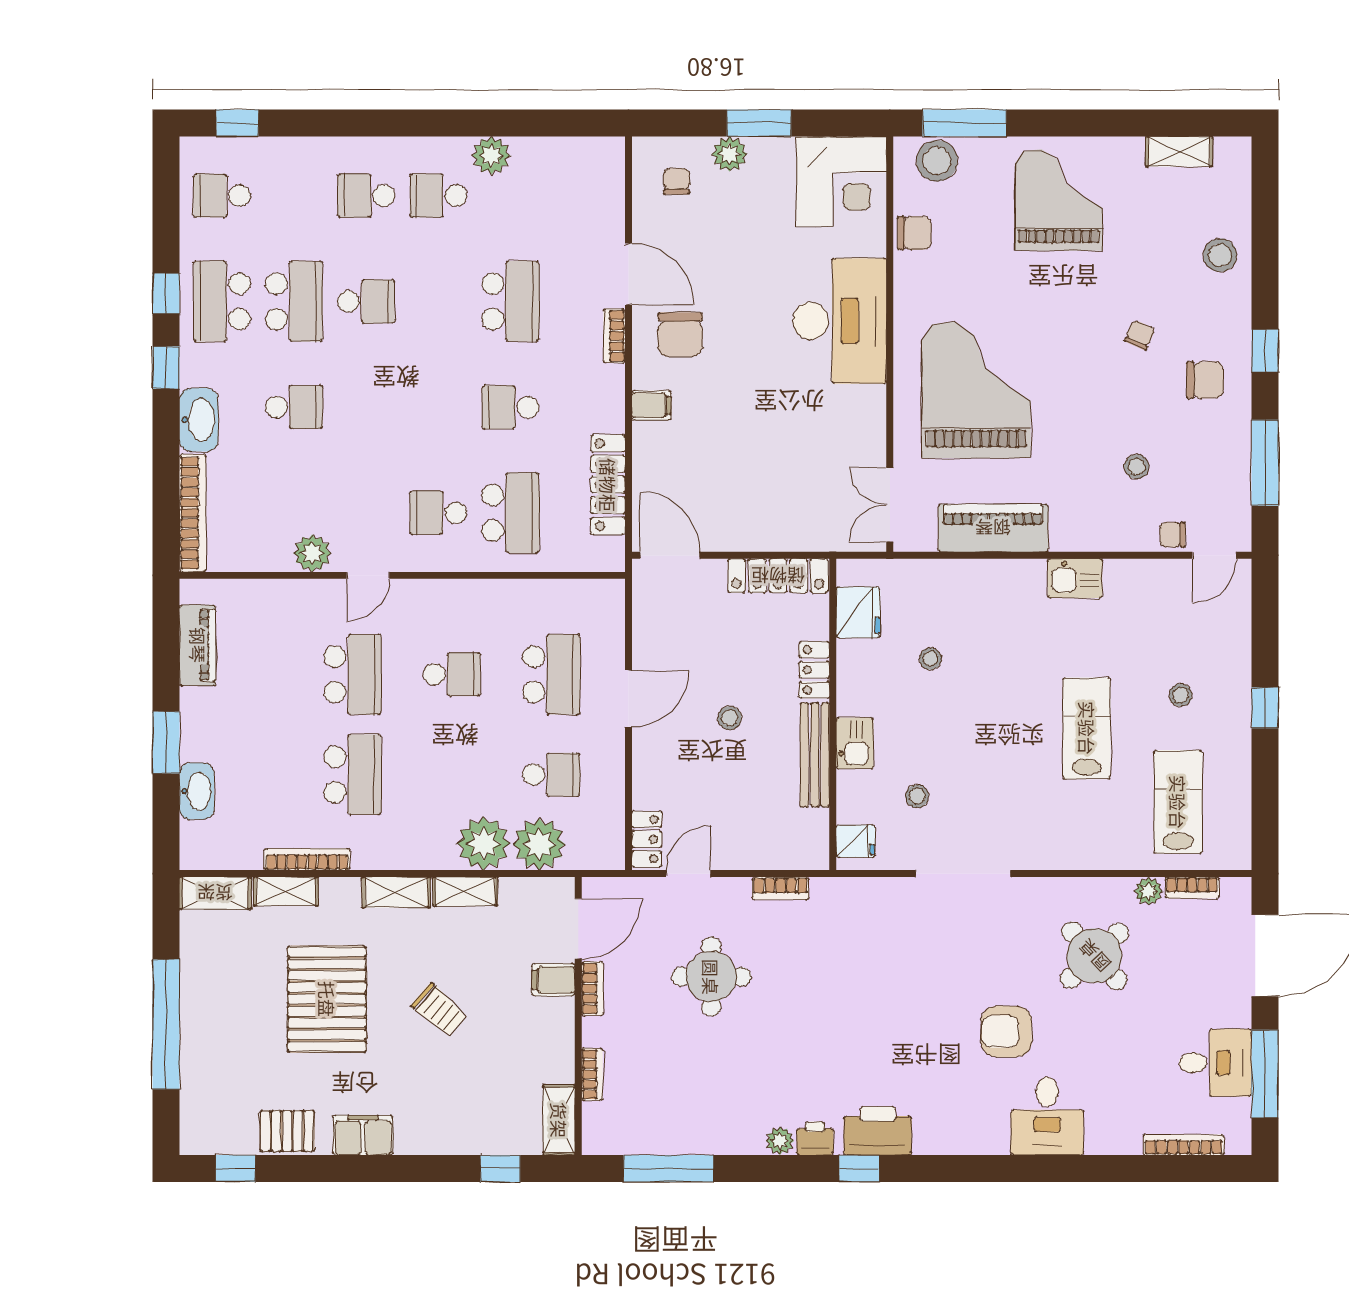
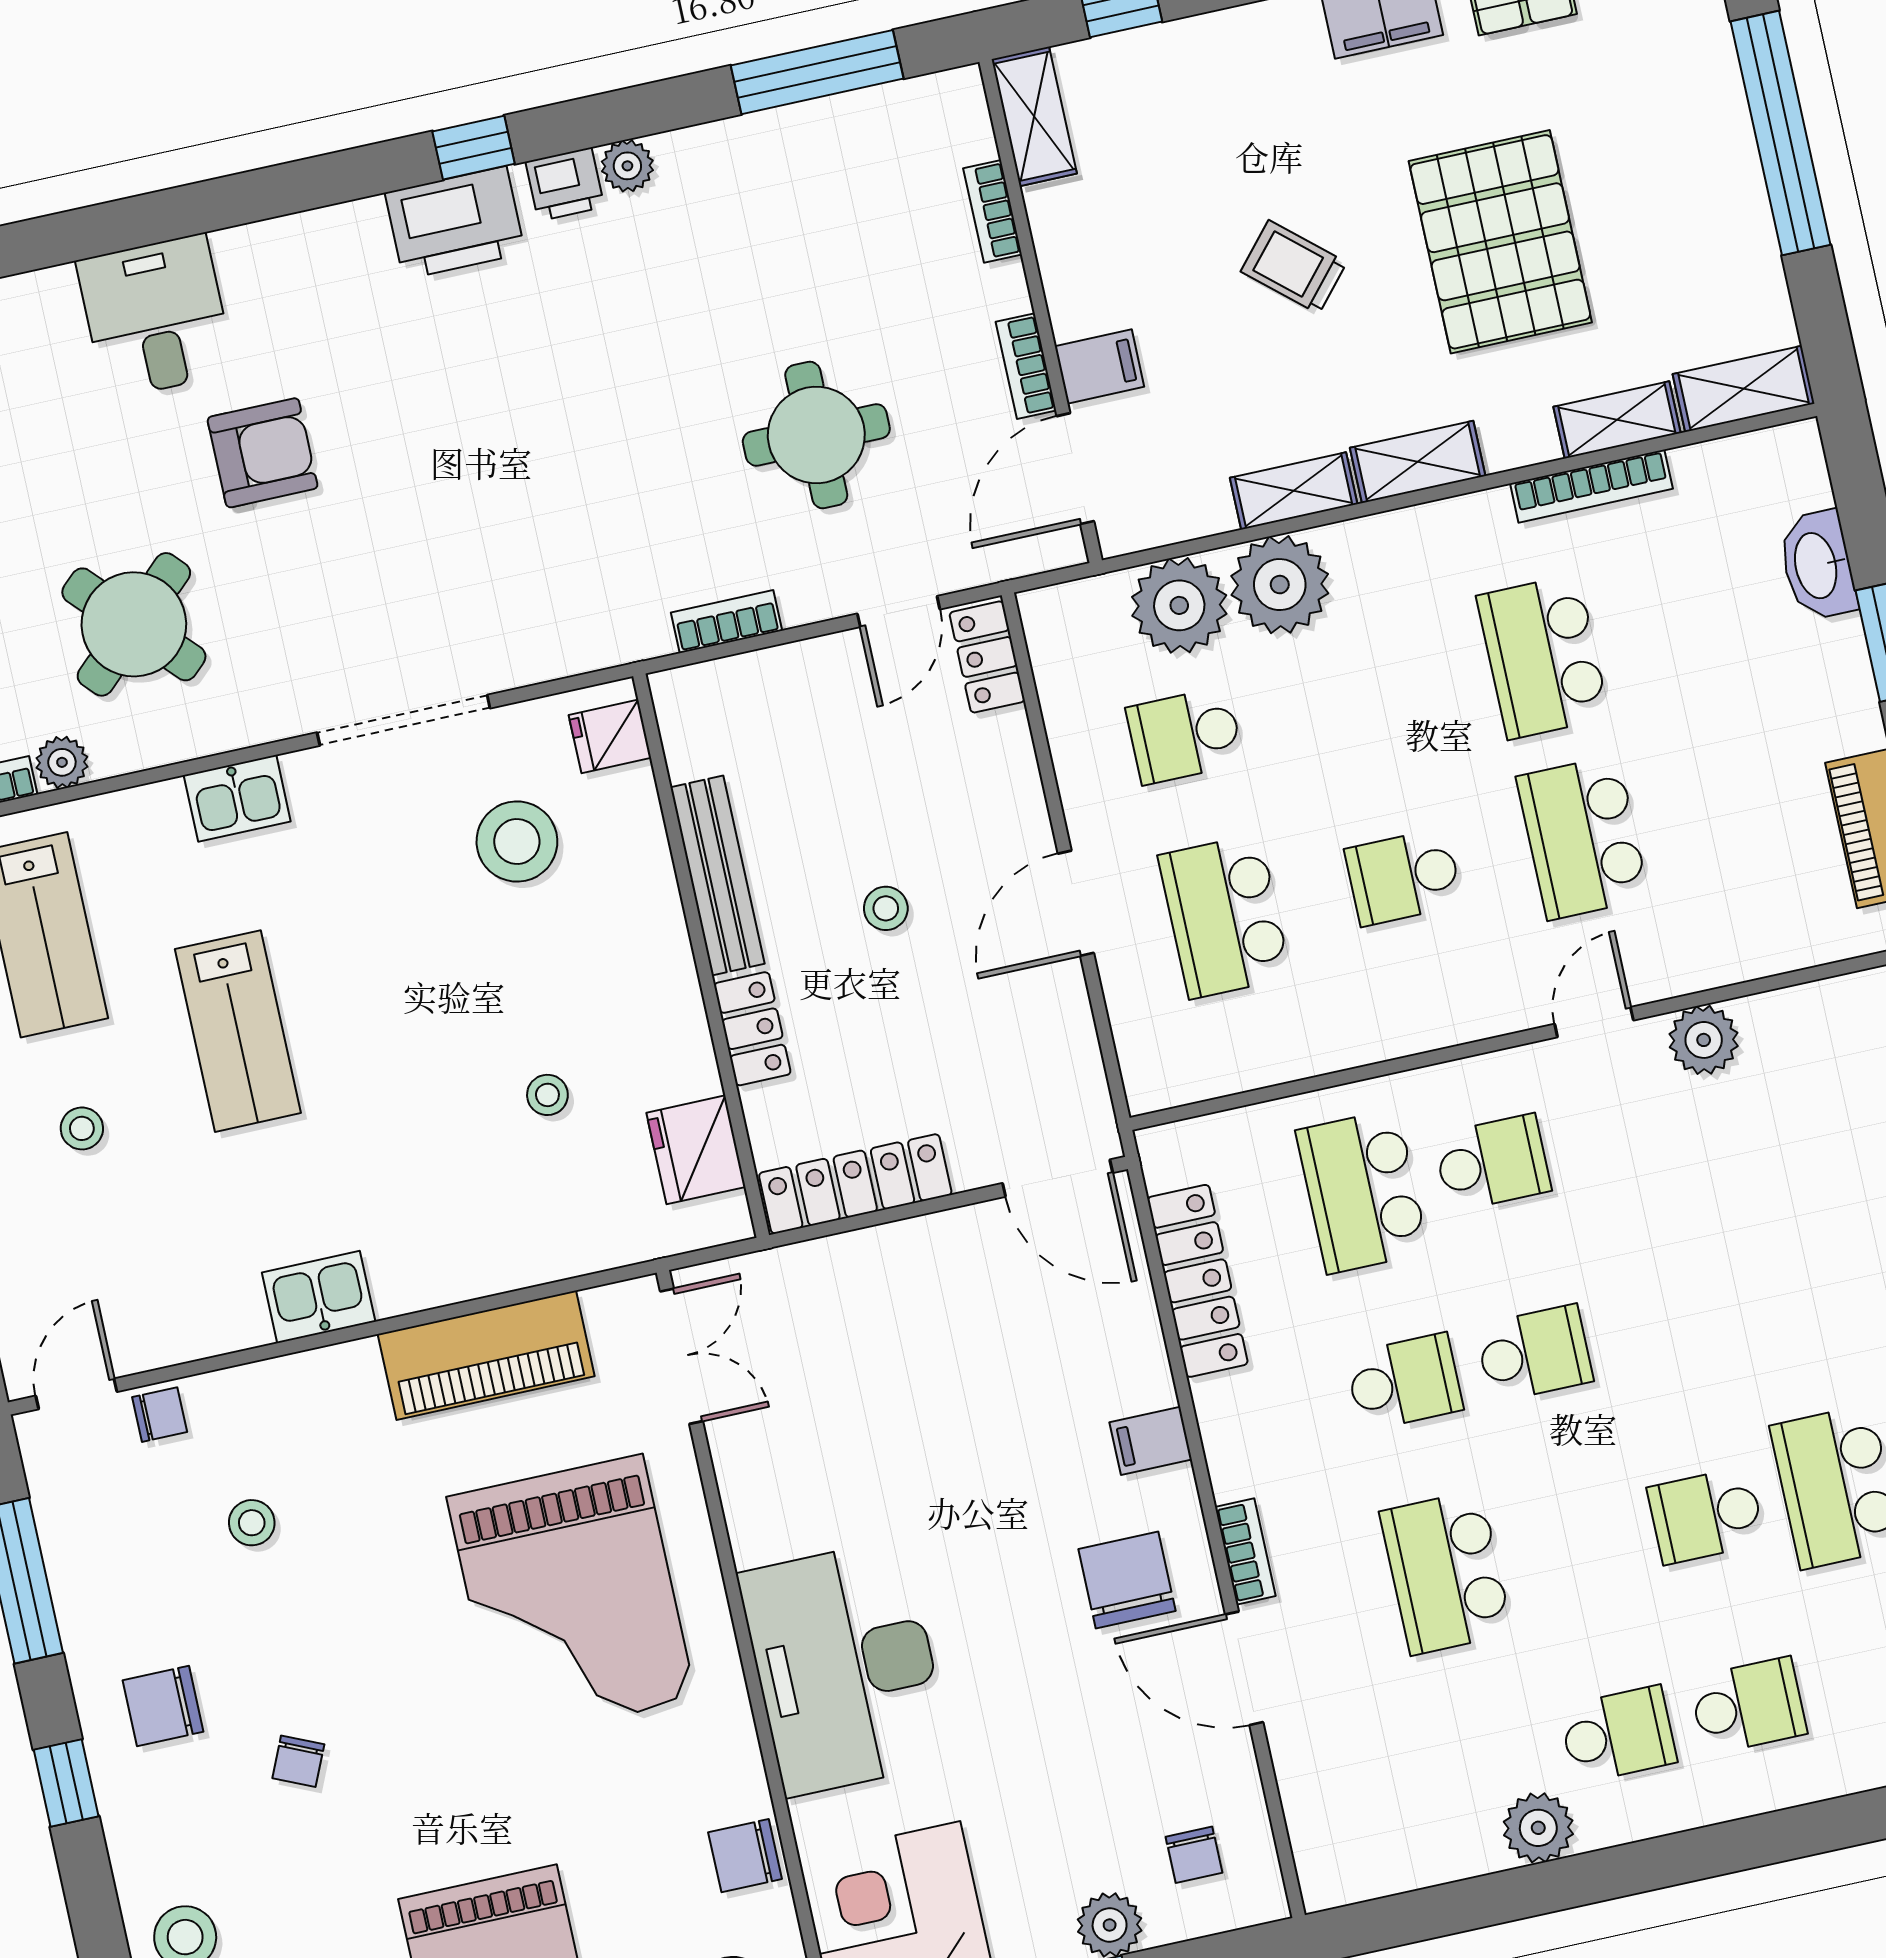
school desk: (294, 407) -> (1534, 1353), moved, turned 180
kitchen sink: (855, 743) -> (237, 798), moved, turned -90
stool: (917, 796) -> (517, 842), width x1.89, depth x1.89

